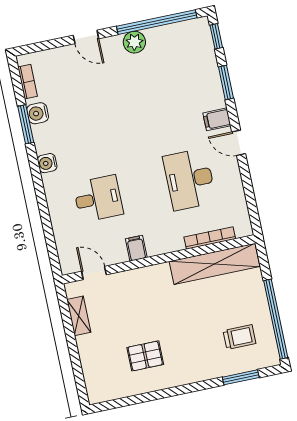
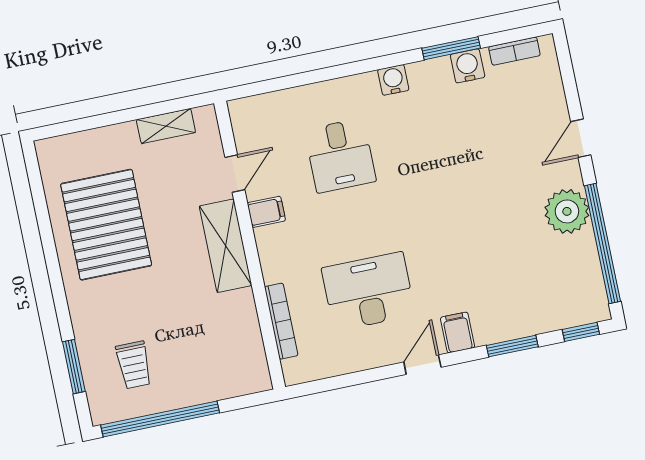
plant: (134, 42) -> (567, 211), width x1.36, depth x1.36
shelving: (215, 264) -> (226, 246), moved, width x0.68
door: (94, 273) -> (235, 173), moved
pallet: (145, 356) -> (106, 225), width x2.05, depth x2.00

